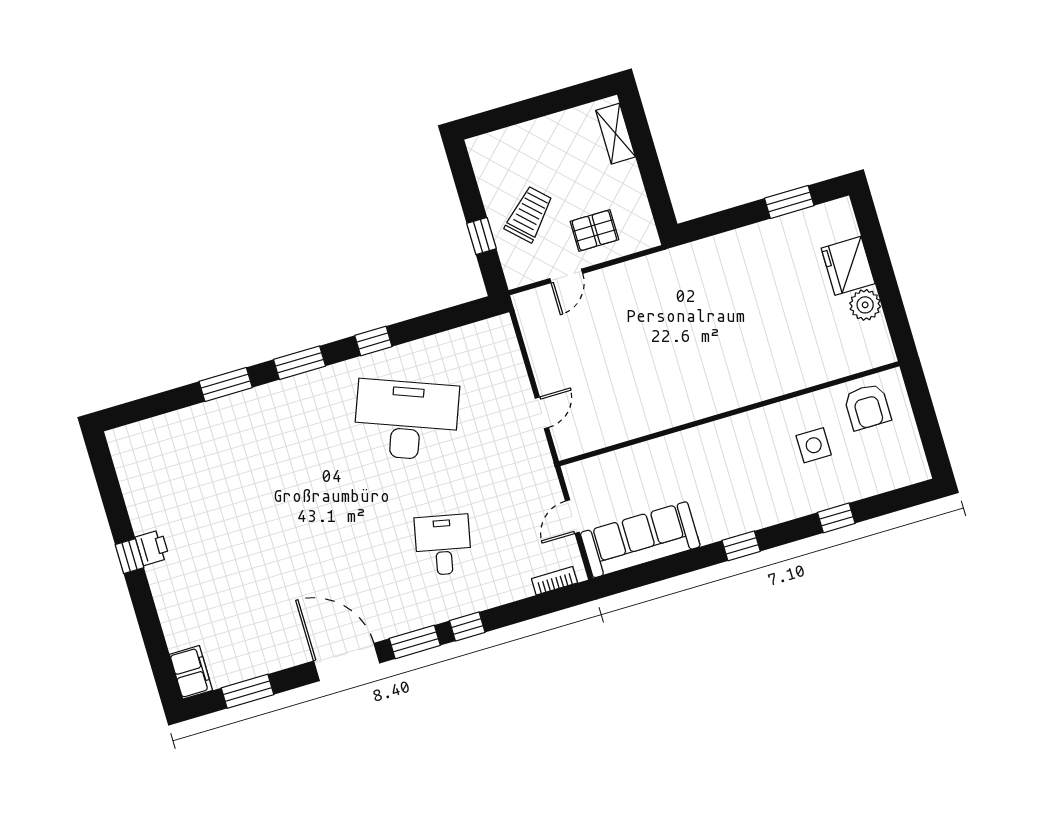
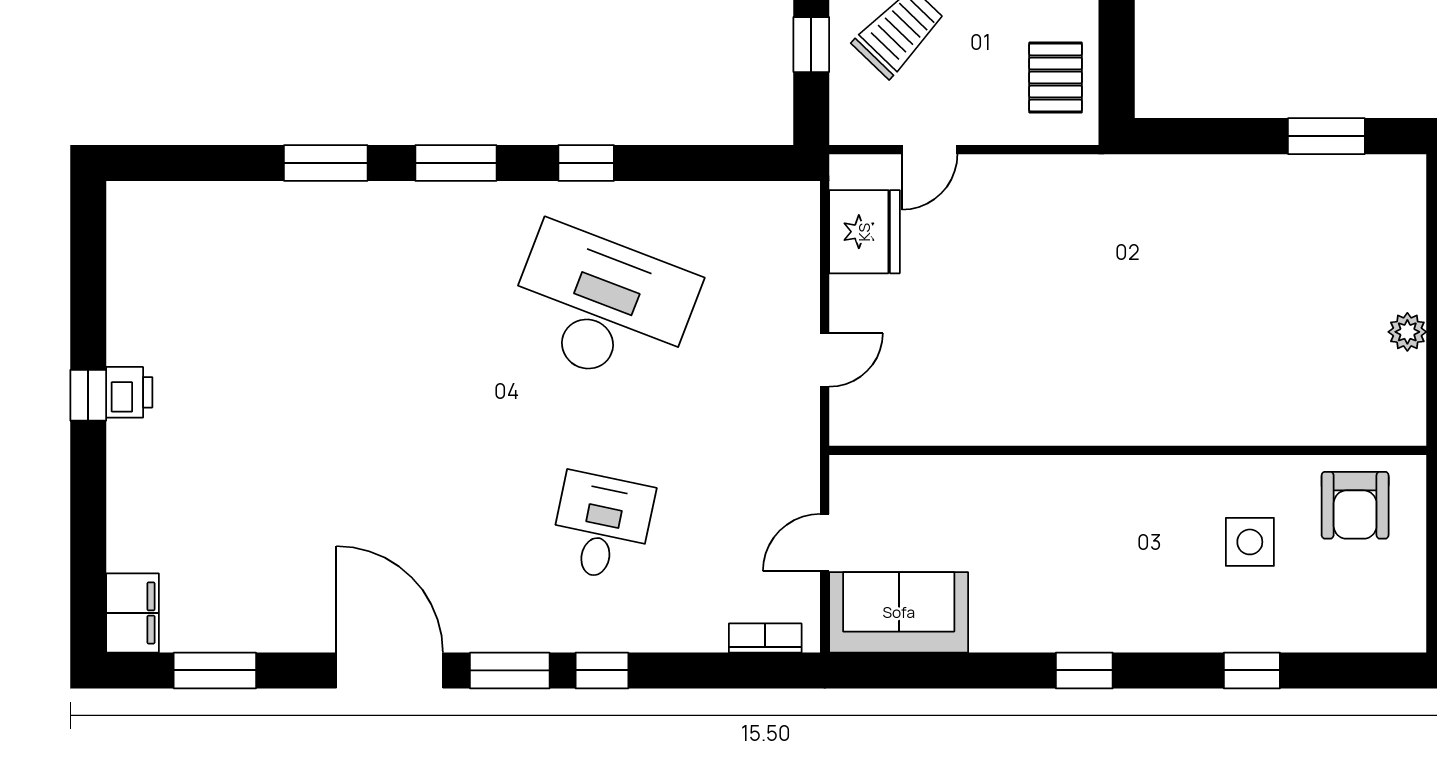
pallet: (594, 230) -> (1056, 77), moved, turned 90
fridge: (848, 266) -> (864, 232), moved, turned 180
plant: (865, 305) -> (1407, 332), width x0.73, depth x0.73
sofa: (640, 540) -> (899, 612), width x0.73

